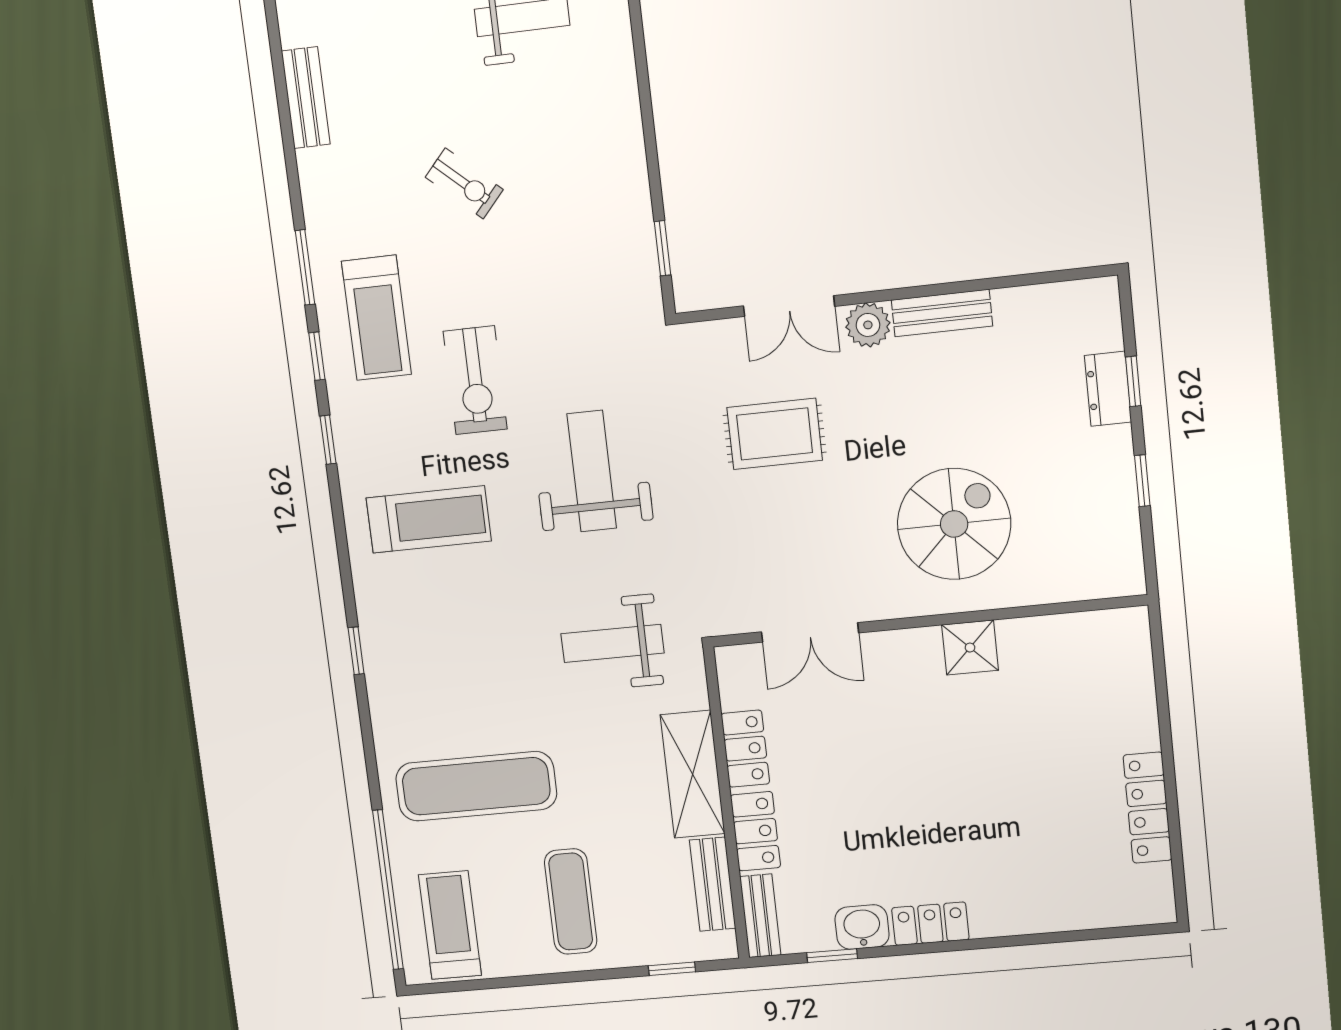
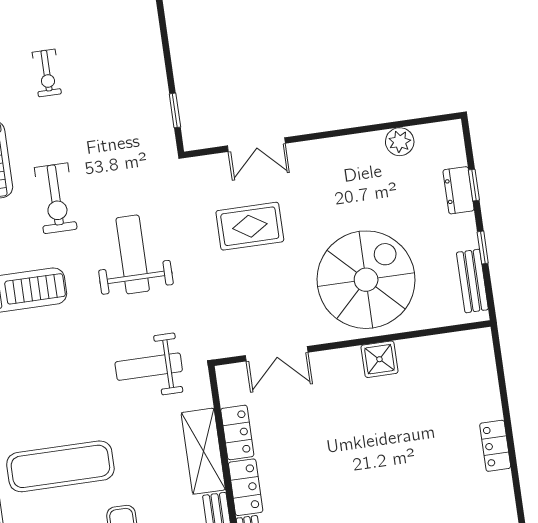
exercise bike: (464, 183) -> (47, 73), turned 48
bench: (942, 313) -> (472, 281), moved, turned 90
plant: (868, 325) -> (400, 142), moved
spiral stairs: (954, 524) -> (366, 280), width x1.37, depth x1.37
locker: (1148, 808) -> (495, 446), width x0.66

